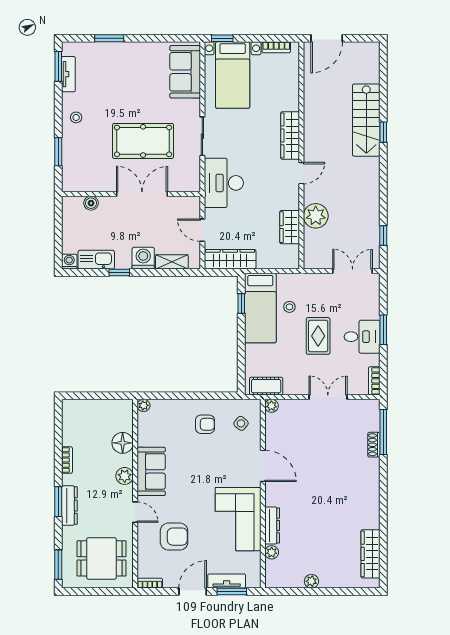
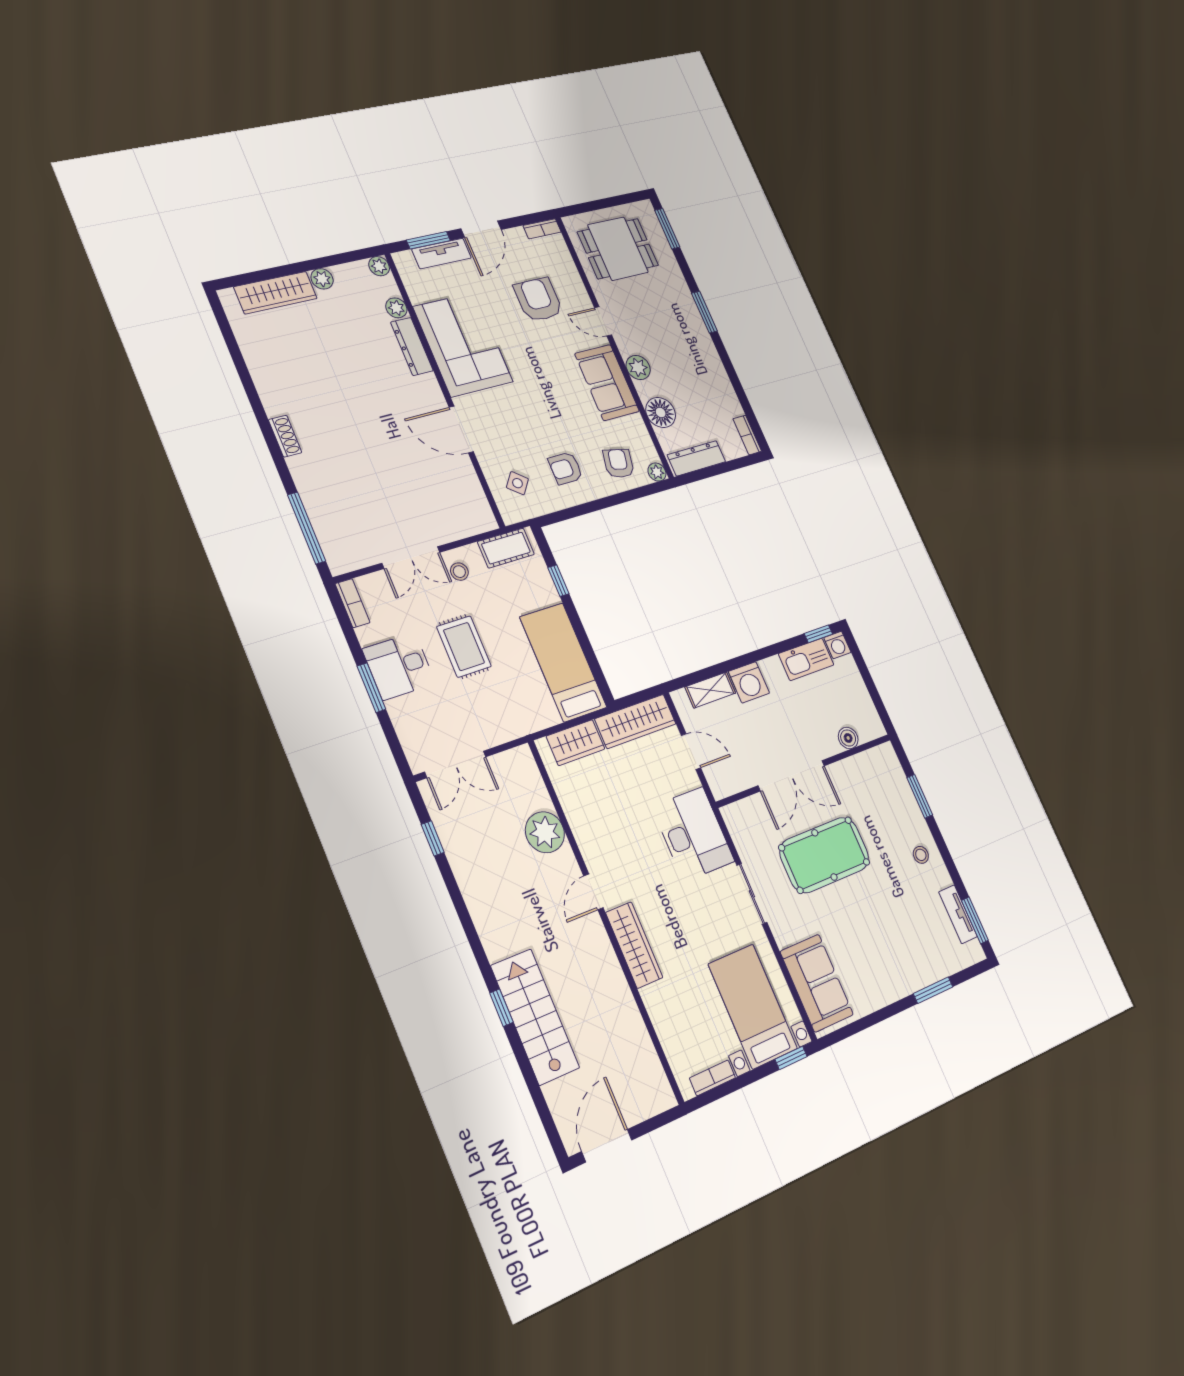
door: (327, 38) -> (607, 1146), moved
wardrobe: (290, 227) -> (576, 743), moved, turned 90
window: (119, 273) -> (818, 634), moved
window: (241, 304) -> (558, 581), moved
stool: (289, 307) -> (459, 572), moved
plant: (271, 406) -> (379, 266), moved
armchair: (168, 418) -> (619, 463), added
shoe rack: (374, 445) -> (285, 436), moved
bookcase: (67, 460) -> (747, 435), moved
dresser: (69, 506) -> (696, 458), moved, turned 90
armchair: (174, 537) -> (538, 300), turned 90
wardrobe: (371, 554) -> (276, 293), moved, turned 90

